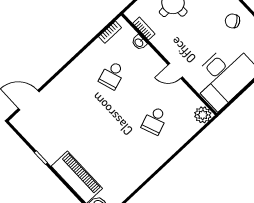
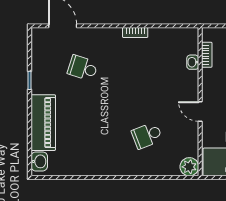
bookcase: (110, 32) -> (135, 32), moved
school desk: (112, 75) -> (83, 68), moved, turned 36

